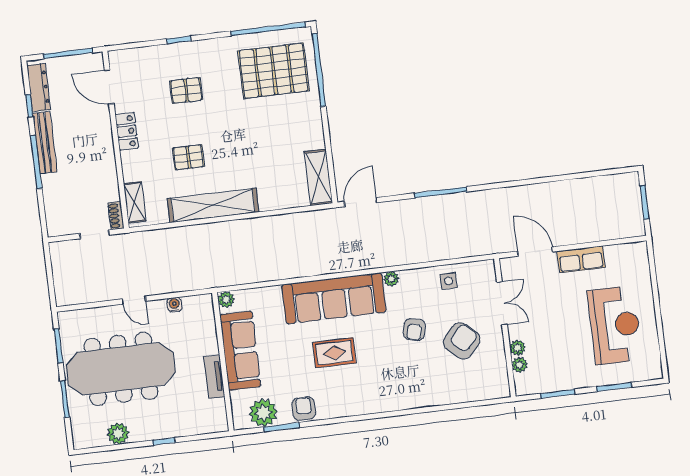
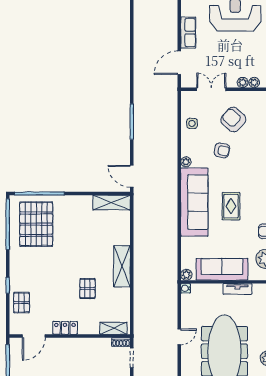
pallet: (186, 90) -> (22, 303), moved
shelving: (213, 205) -> (122, 266), width x0.68
water cooler: (174, 305) -> (186, 288), moved

